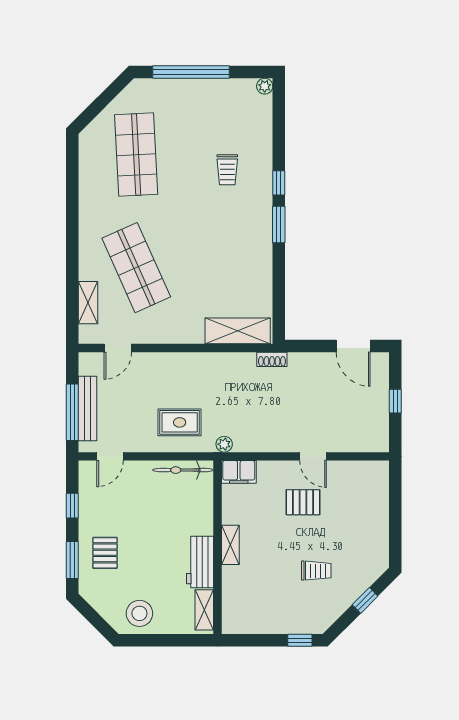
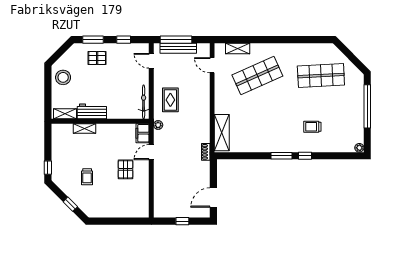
door: (313, 456) -> (151, 152), moved
shelving: (230, 545) -> (85, 129), moved

